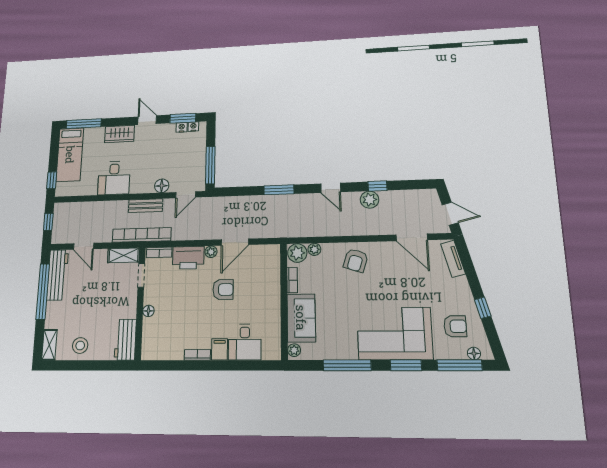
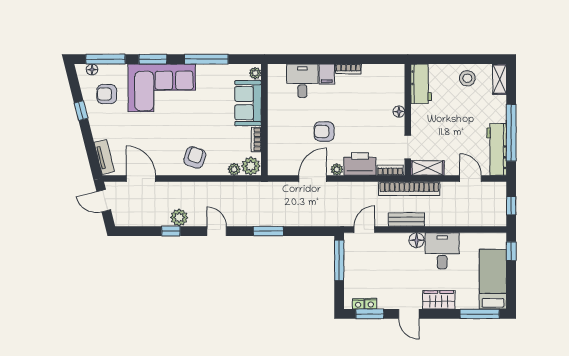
floor lamp: (162, 186) -> (417, 240), moved

